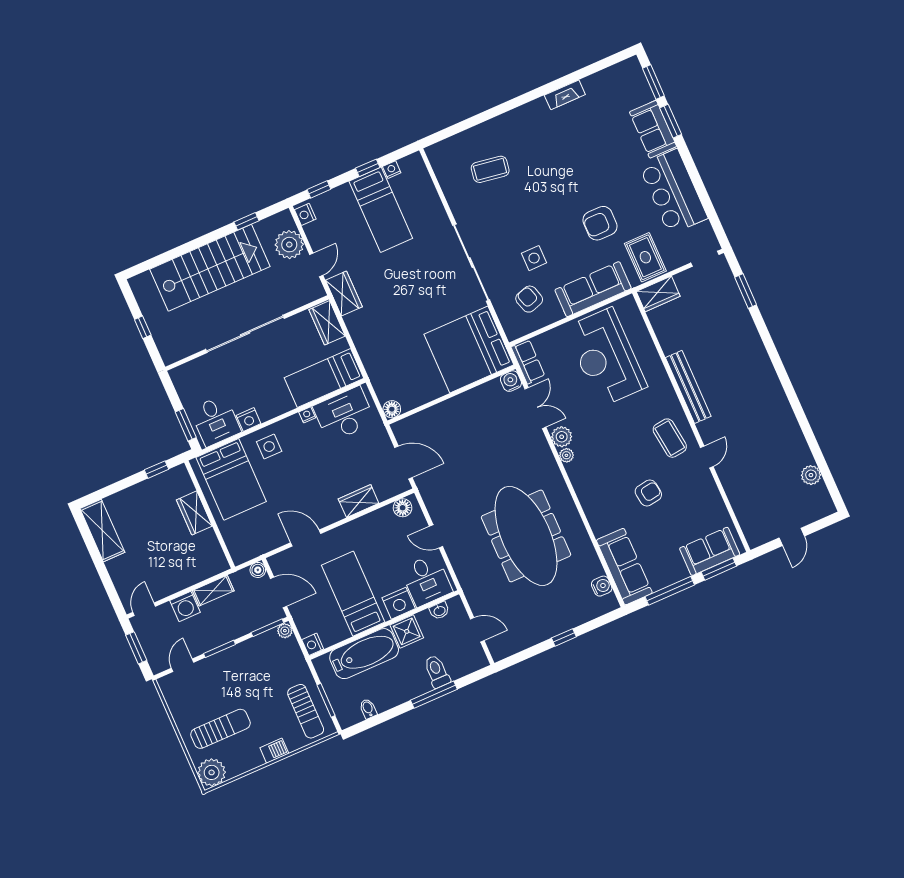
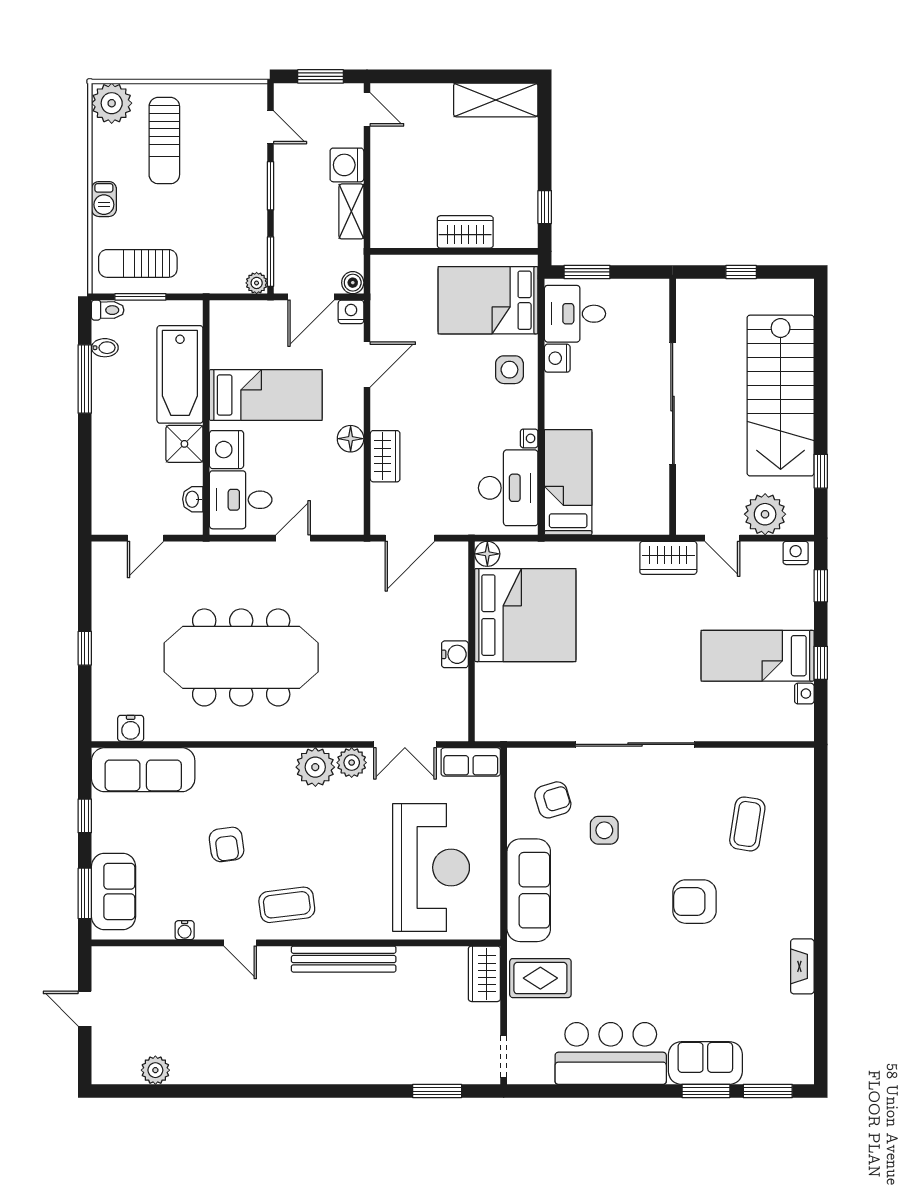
armchair: (600, 223) -> (695, 902), moved, turned -90
wardrobe: (327, 323) -> (639, 519), removed
bed: (469, 349) -> (525, 615), moved, turned 90
reception desk: (606, 357) -> (431, 867), turned 90
water cooler: (511, 381) -> (455, 654), moved
plant: (566, 455) -> (315, 767), width x1.87, depth x1.87
water cooler: (714, 496) -> (185, 930), added
floor lamp: (403, 508) -> (351, 439), moved
window: (670, 591) -> (85, 816), width x0.46
nightstand: (313, 644) -> (351, 312), moved
toilet: (437, 671) -> (108, 310), moved, width x0.73, depth x0.72
window: (434, 695) -> (85, 379), moved

